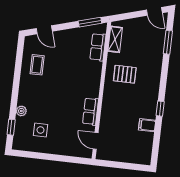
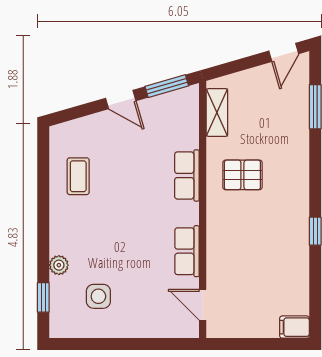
door: (154, 11) -> (284, 52), hinge flipped
door: (44, 30) -> (121, 99), moved
row of seats: (98, 47) -> (187, 175), moved
filing cabinet: (147, 125) -> (295, 327), moved

